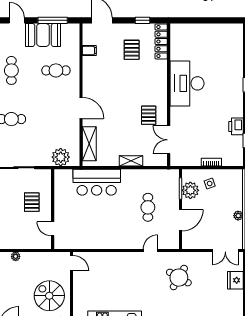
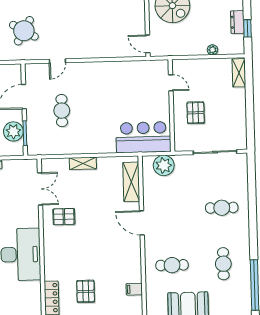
pallet: (149, 115) -> (64, 217), turned 90
bar counter: (97, 182) -> (143, 137), moved

